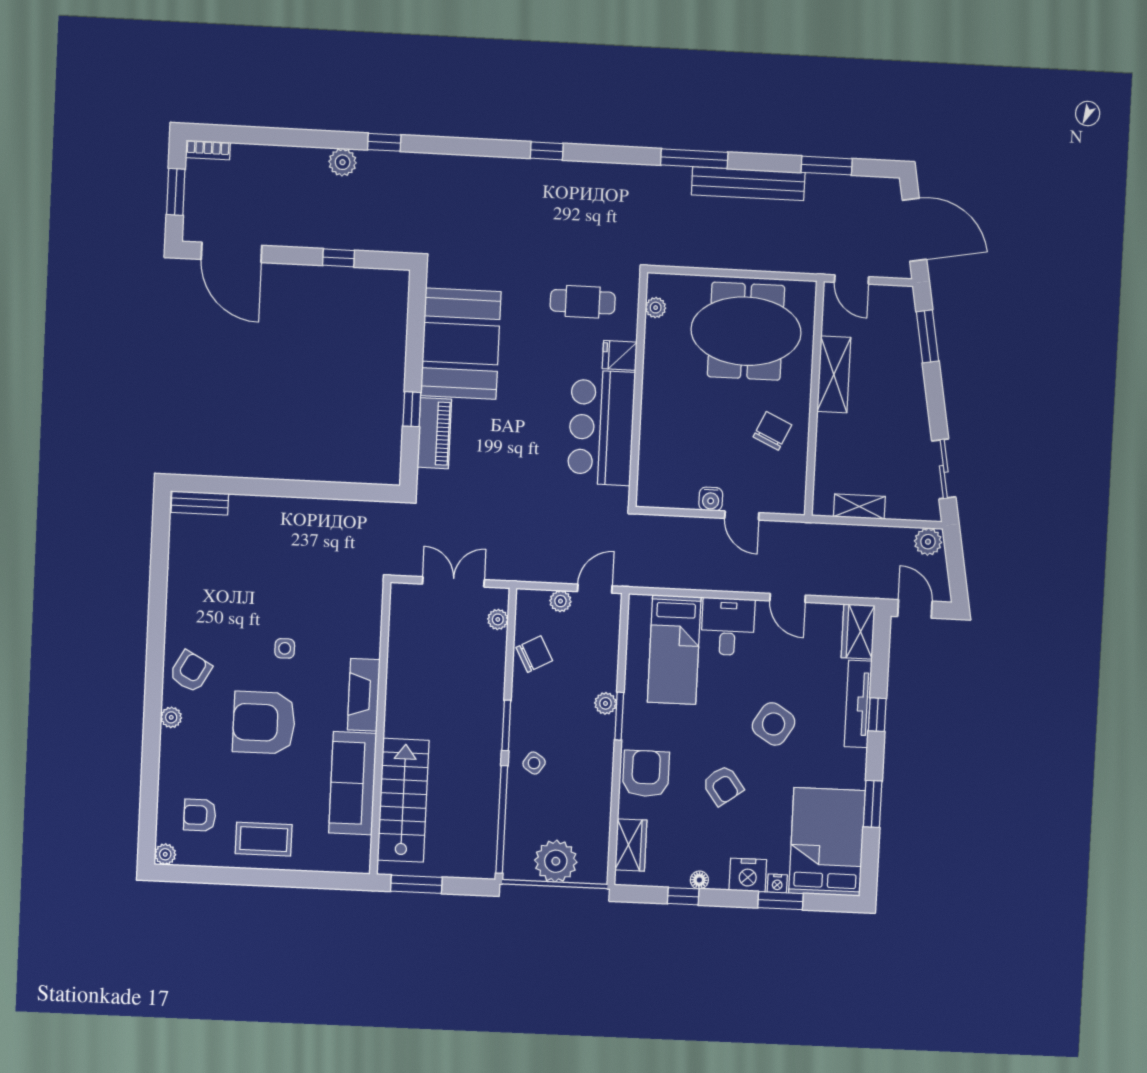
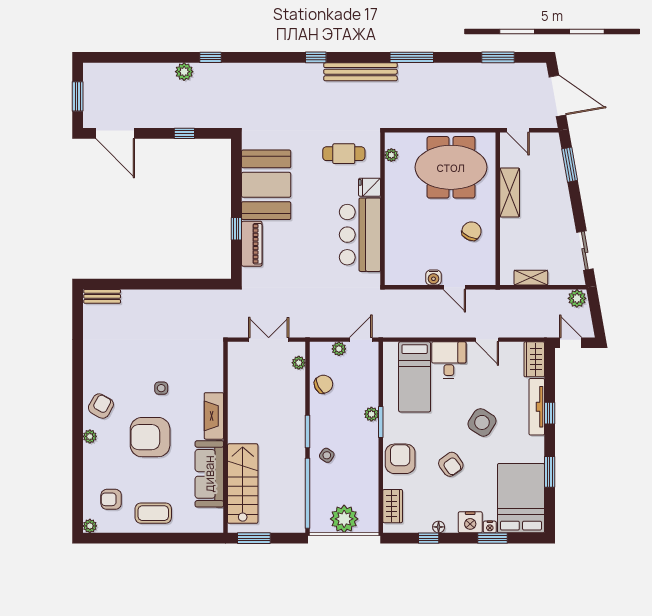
bookcase: (208, 150) -> (97, 68), removed
bench: (748, 184) -> (360, 72), moved

